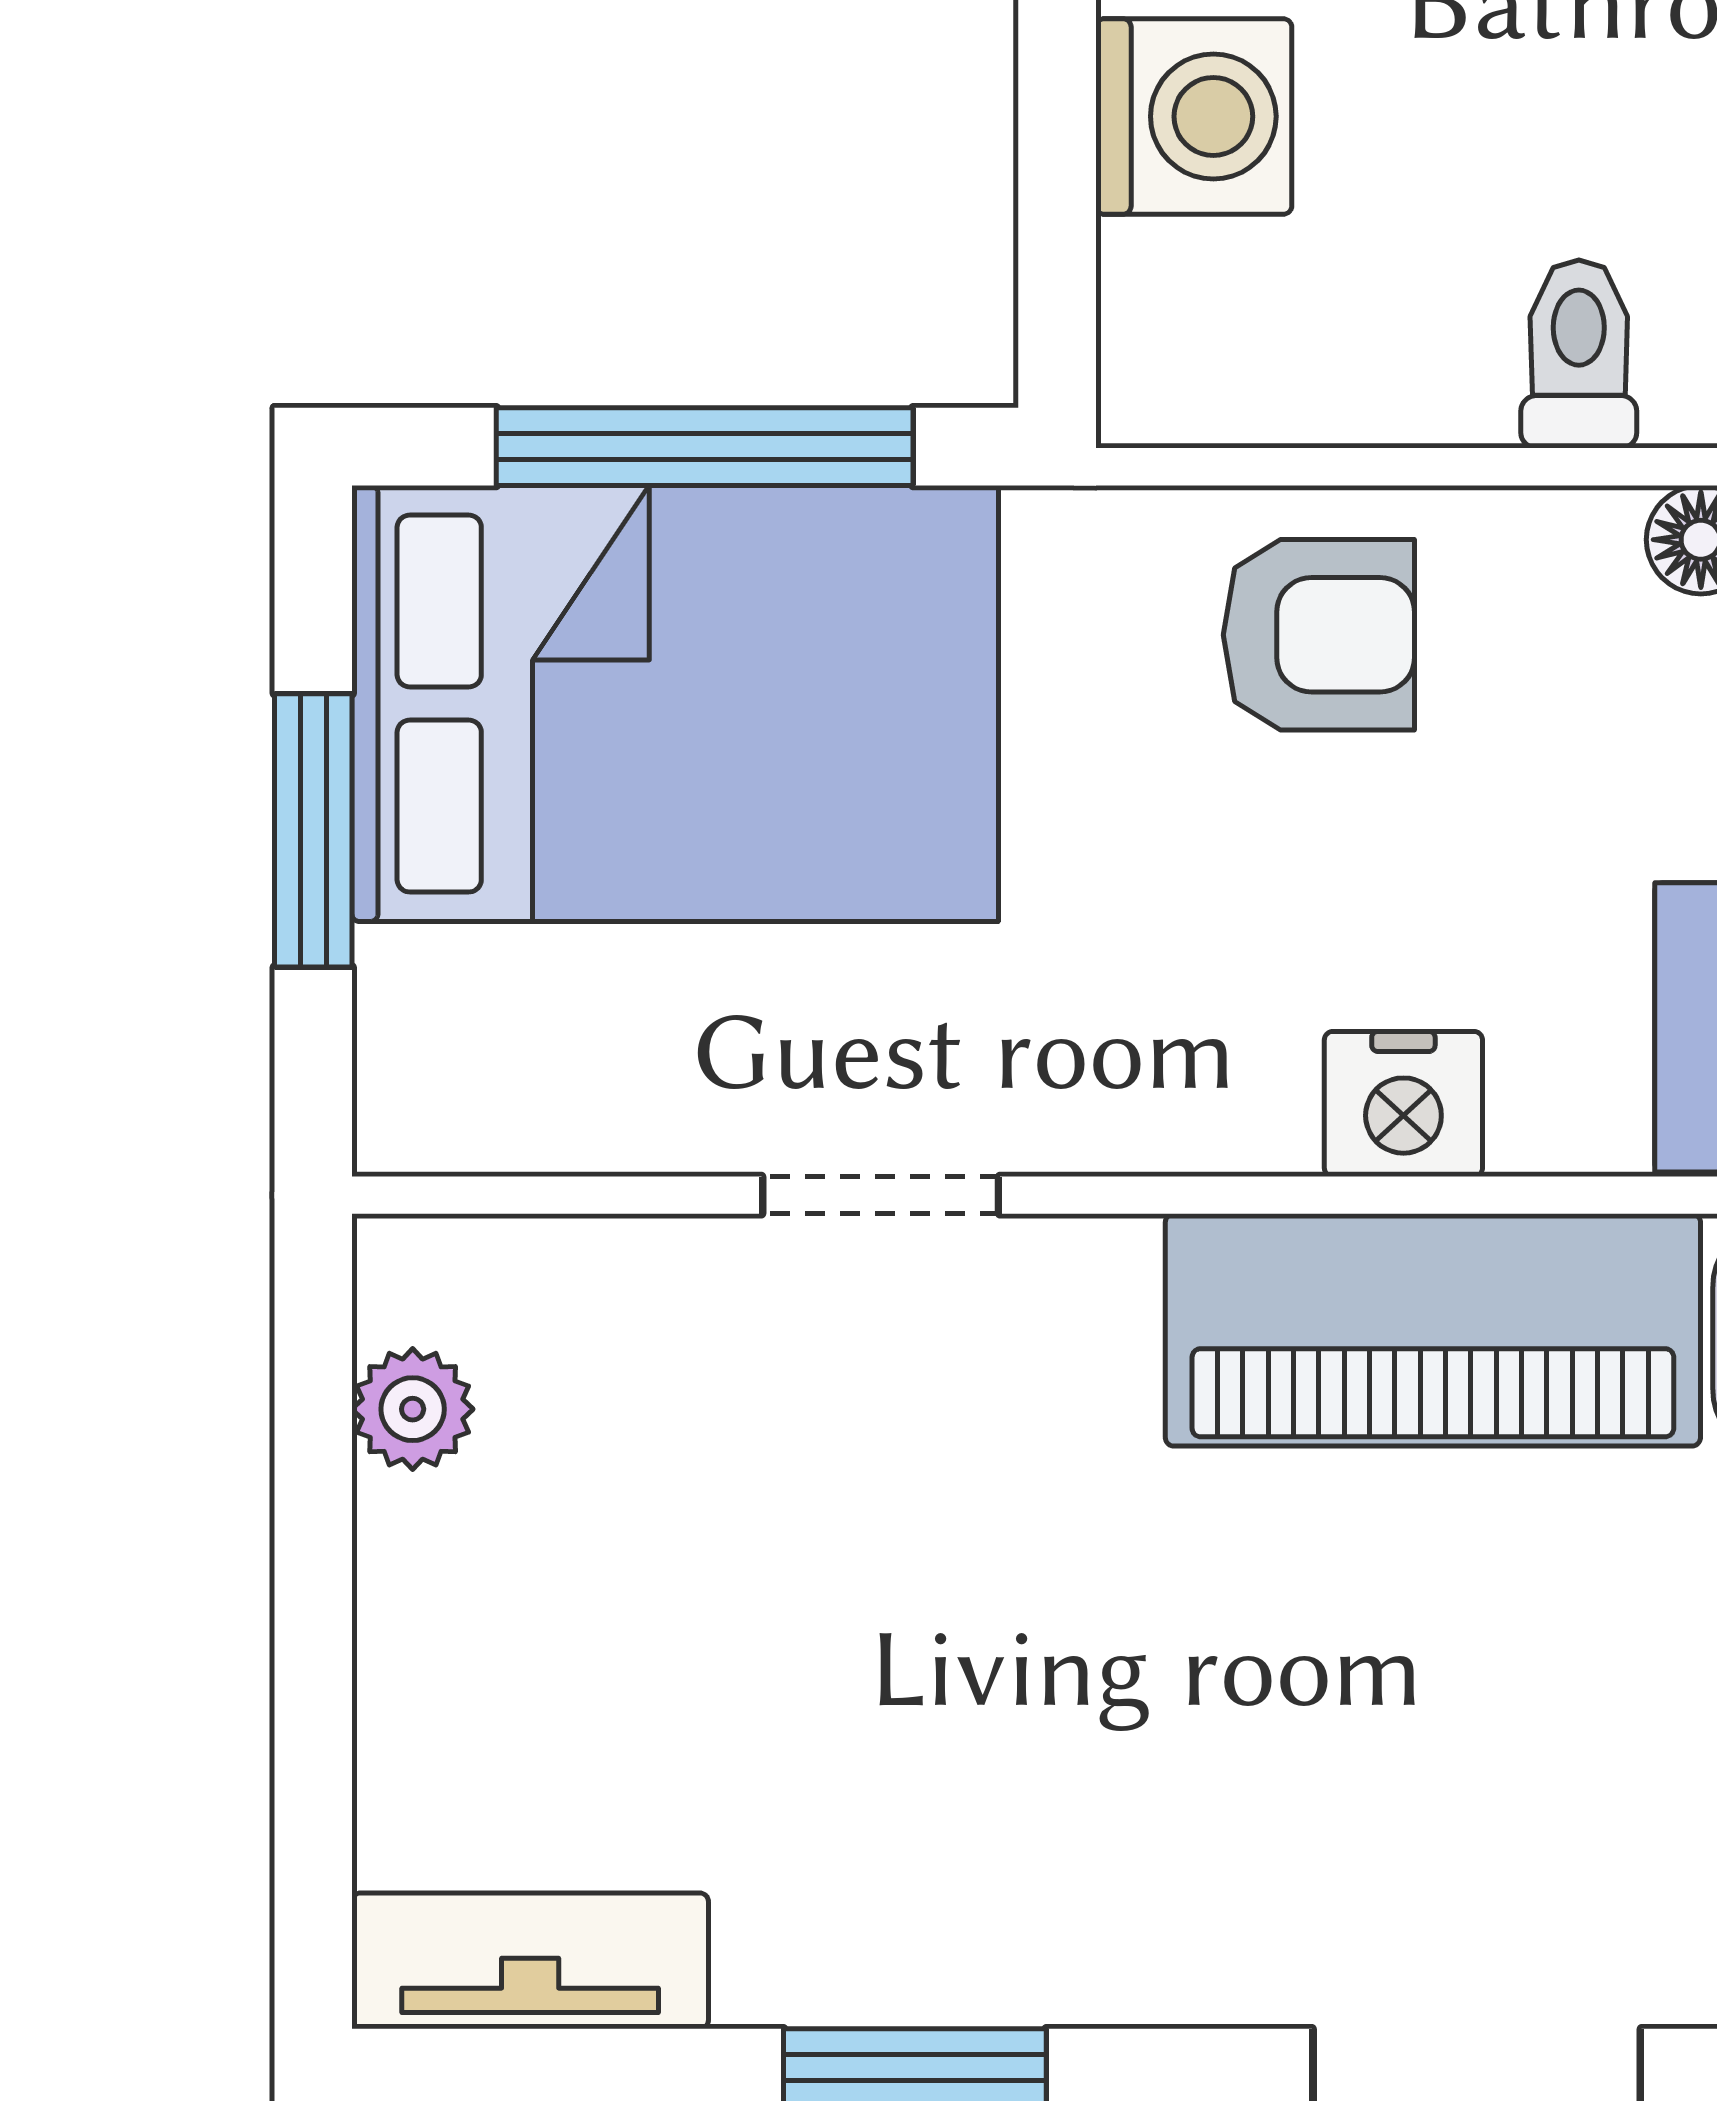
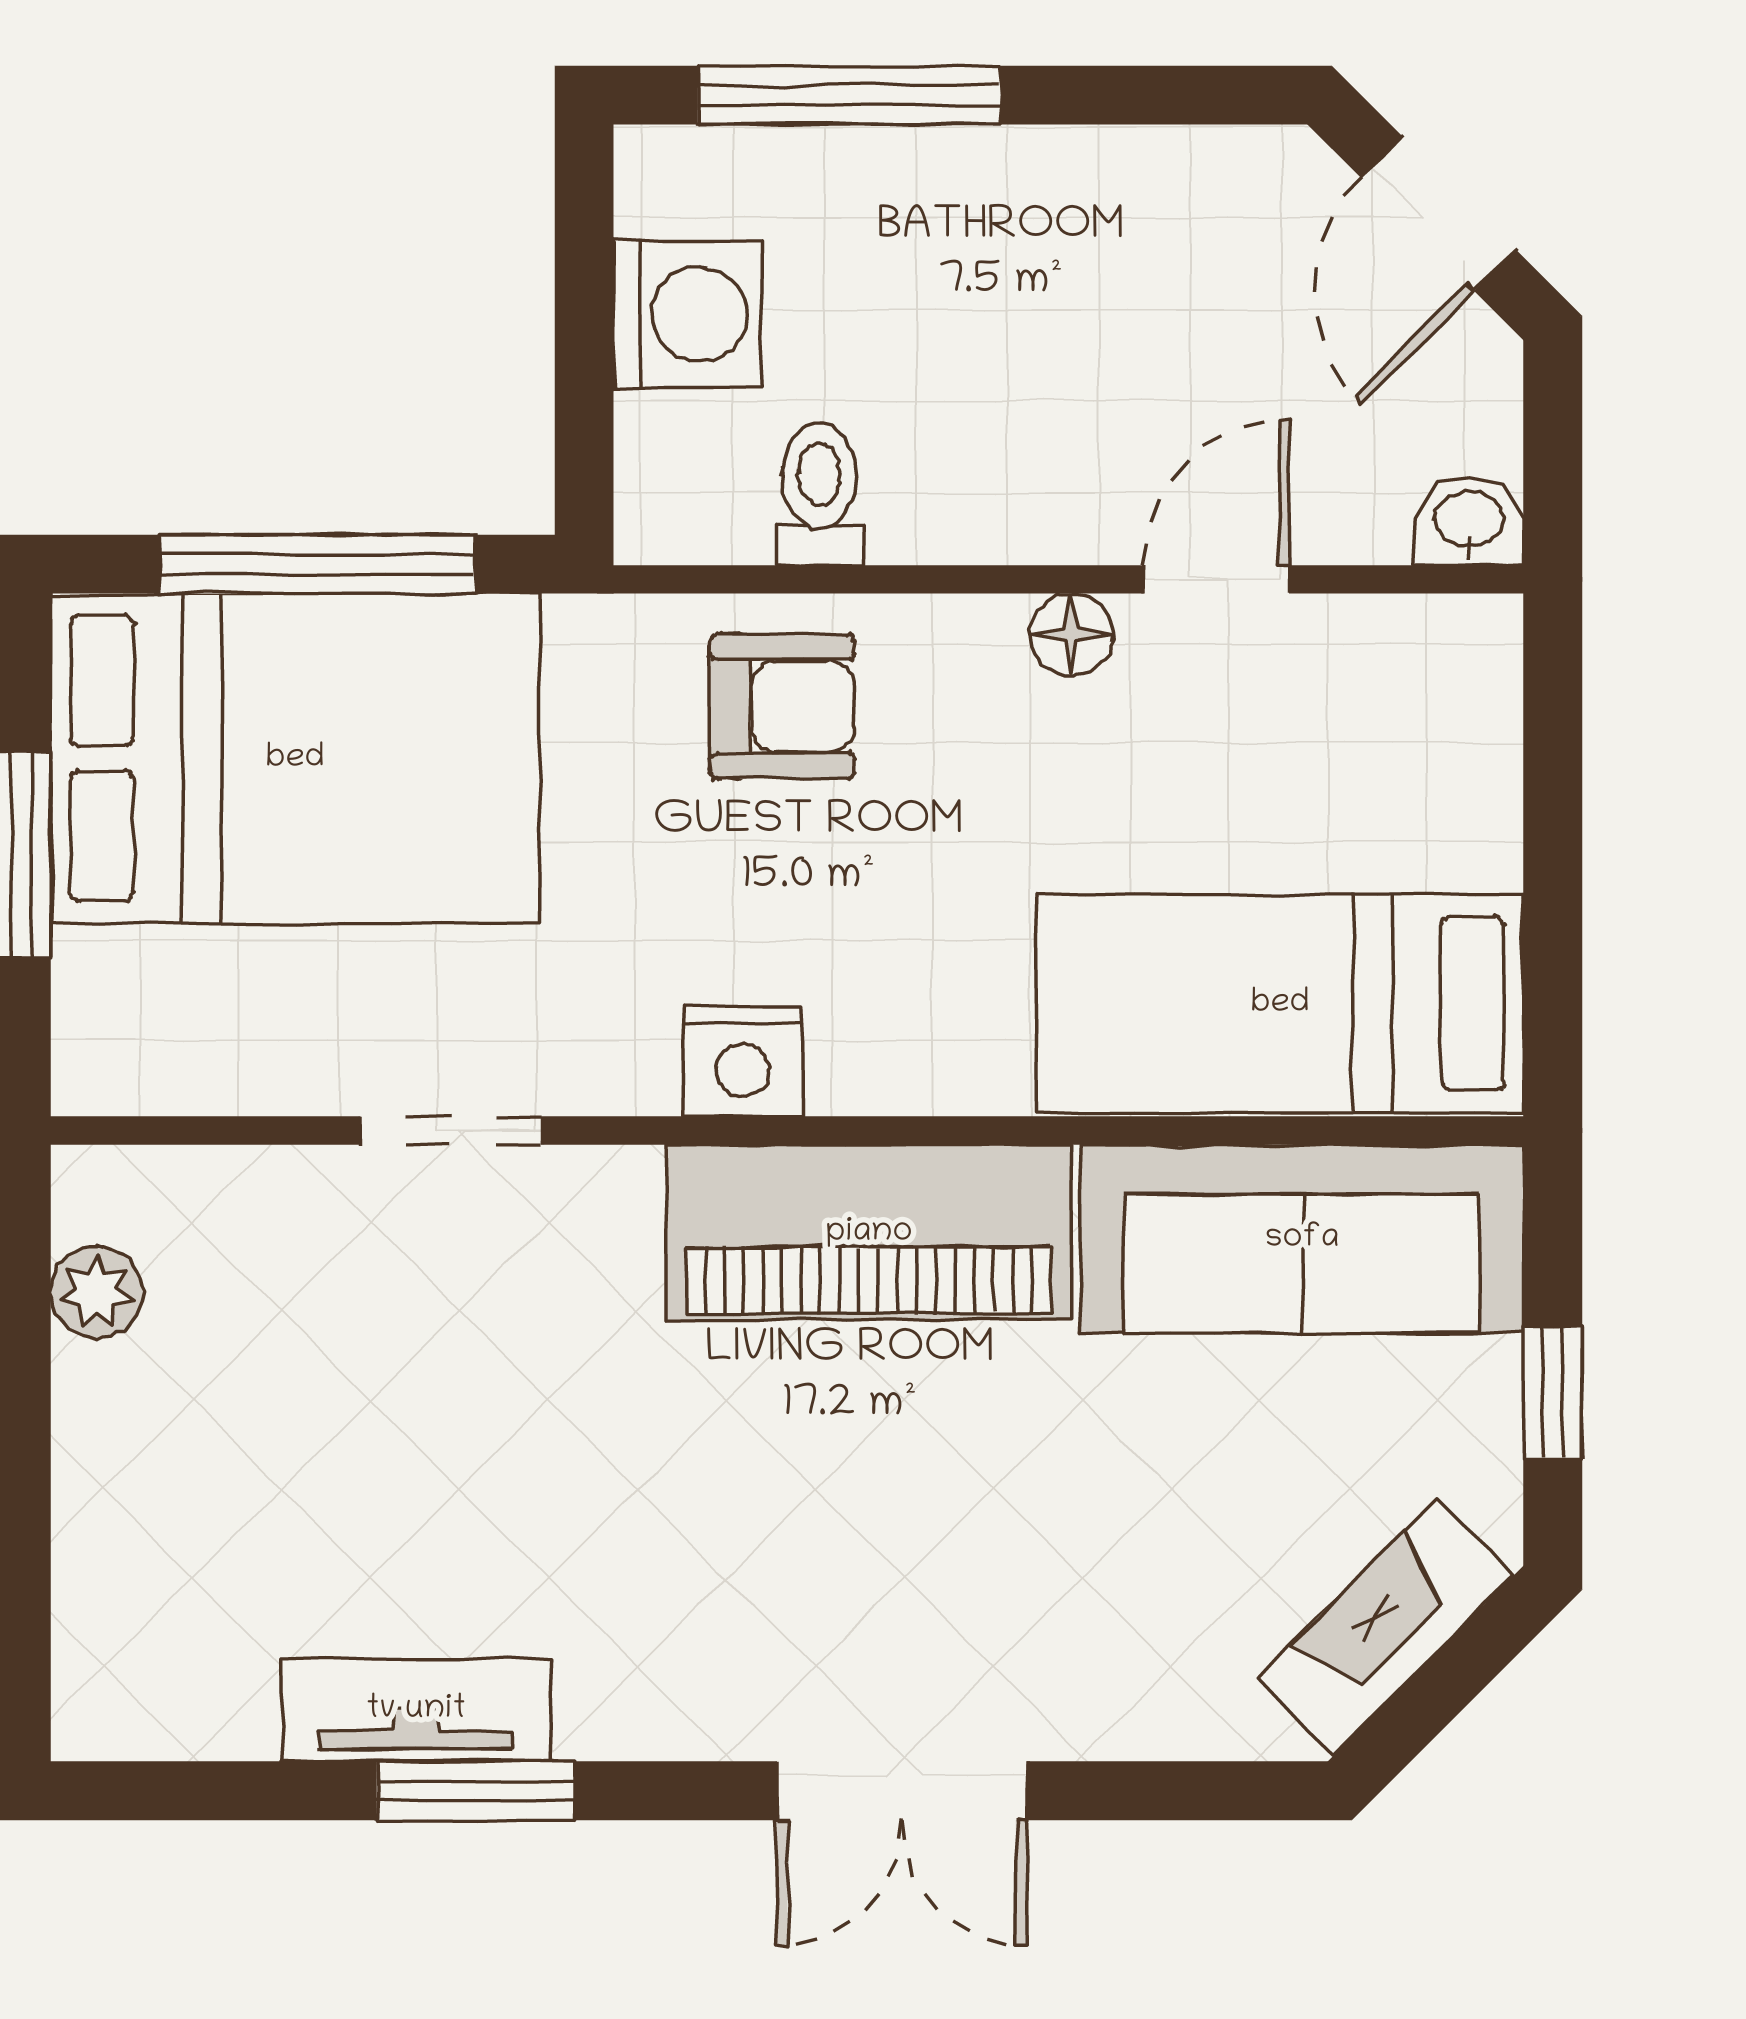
toilet: (1579, 354) -> (819, 494), moved
nightstand: (1403, 1104) -> (743, 1062), moved
tv unit: (530, 1961) -> (416, 1710), moved

